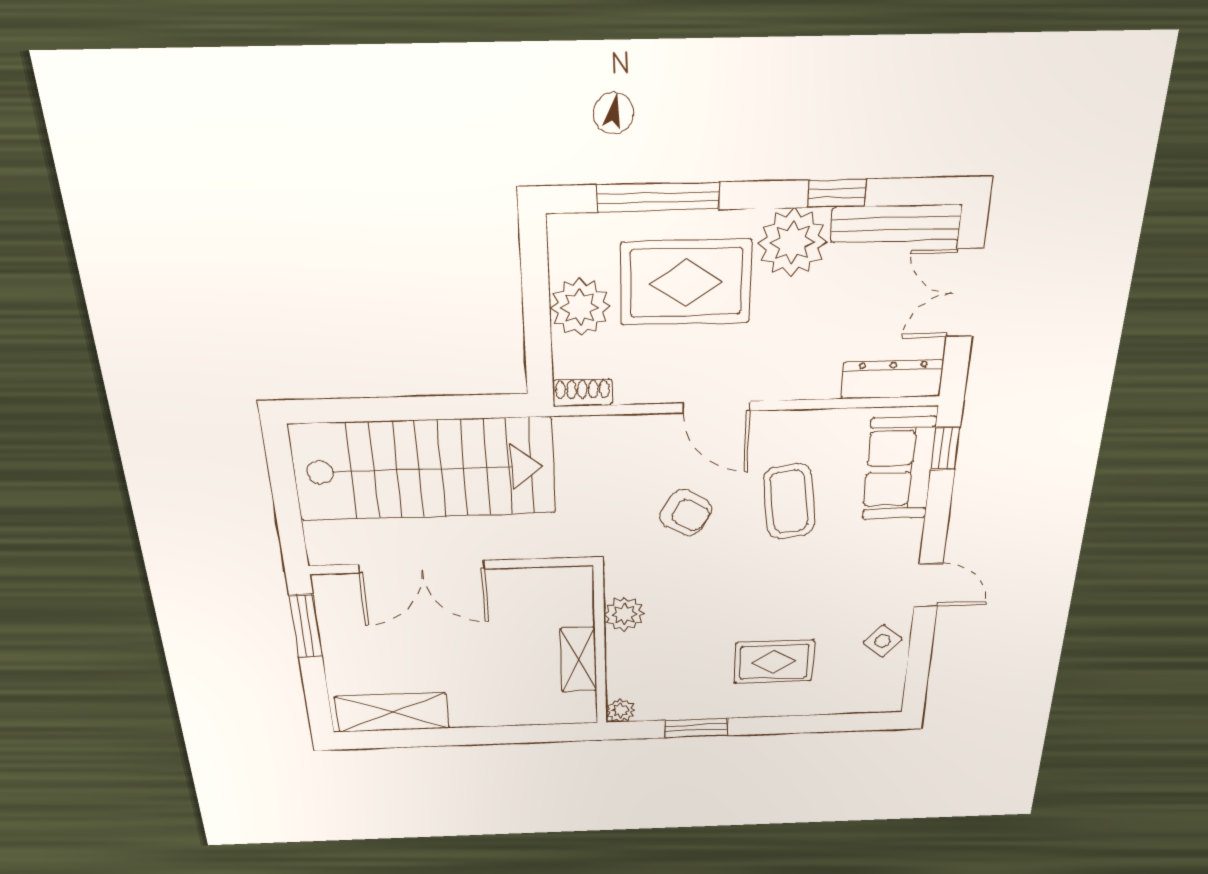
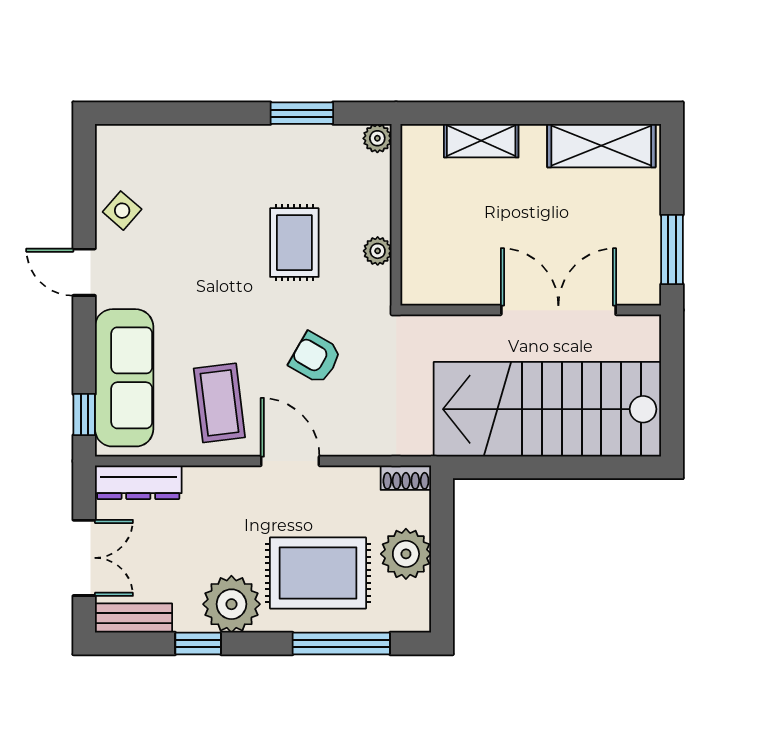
bench: (896, 223) -> (133, 618), width x0.73
sofa: (899, 469) -> (124, 378), width x1.36
coffee table: (789, 502) -> (219, 403), moved
plant: (624, 614) -> (378, 251), width x0.73, depth x0.73
shelving: (578, 660) -> (481, 141), moved, turned 90
rug: (774, 662) -> (294, 243), moved, turned 90

